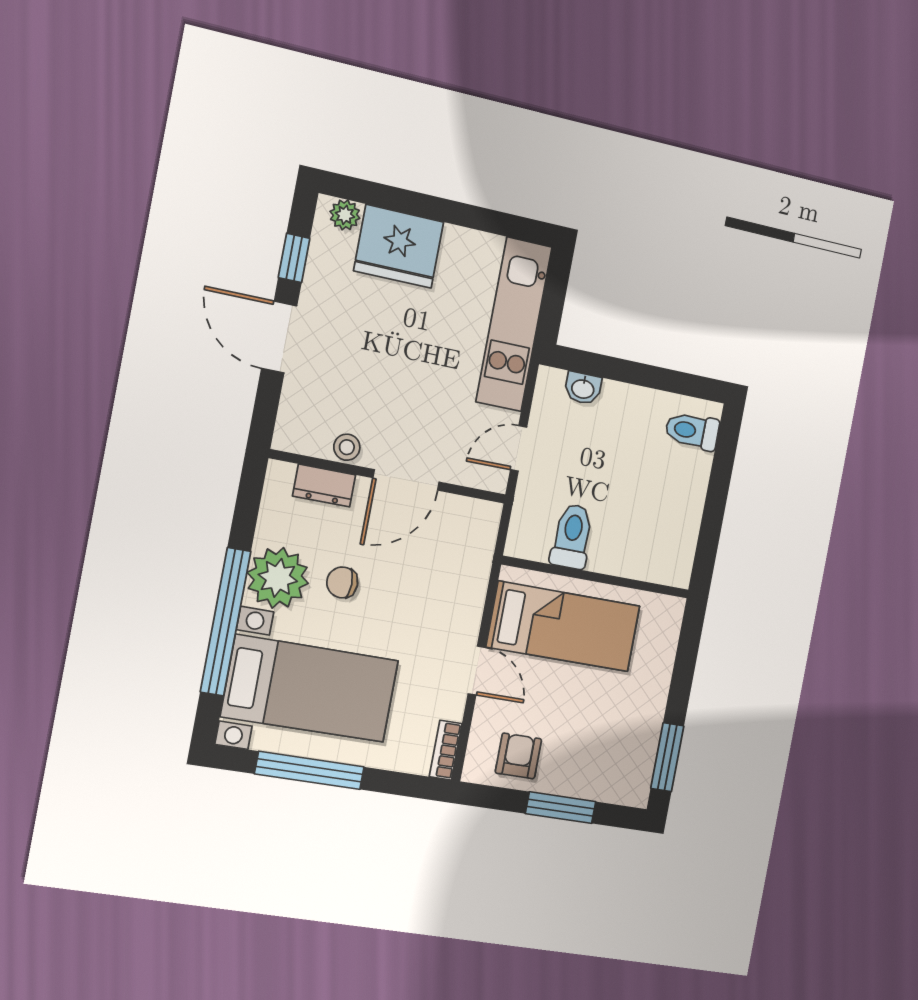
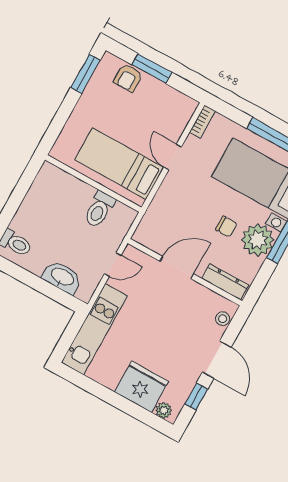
washbasin: (583, 388) -> (62, 277), width x1.91, depth x1.45
stool: (347, 447) -> (223, 319), moved
dresser: (324, 486) -> (225, 282), width x1.44
armchair: (518, 756) -> (128, 78), moved

